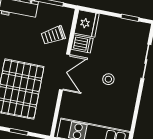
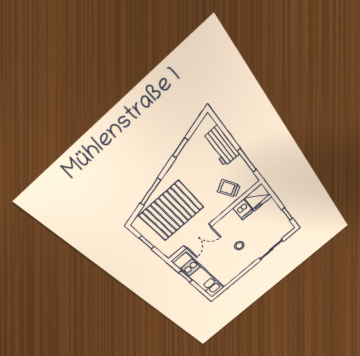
double door: (65, 72) -> (198, 236), moved

